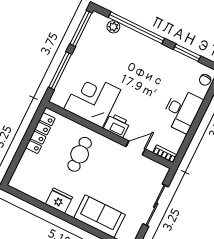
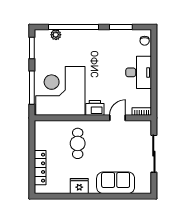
window: (81, 28) -> (32, 48), width x0.69
corner desk: (92, 99) -> (60, 91), width x1.36, depth x1.36
locker: (40, 133) -> (40, 168), moved

